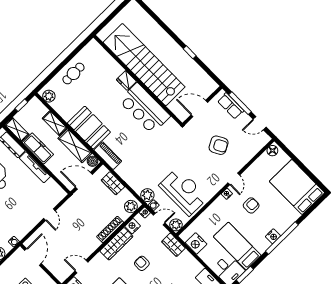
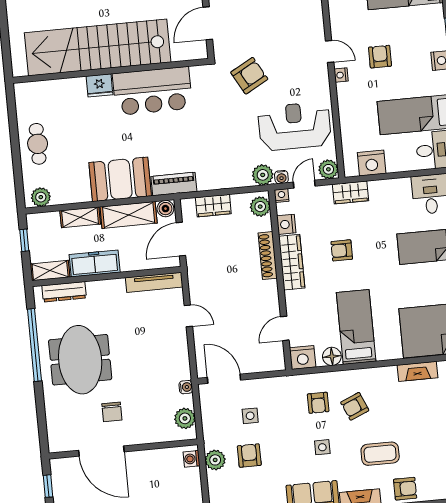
armchair: (219, 145) -> (249, 76), moved
tv unit: (35, 167) -> (154, 282), moved

